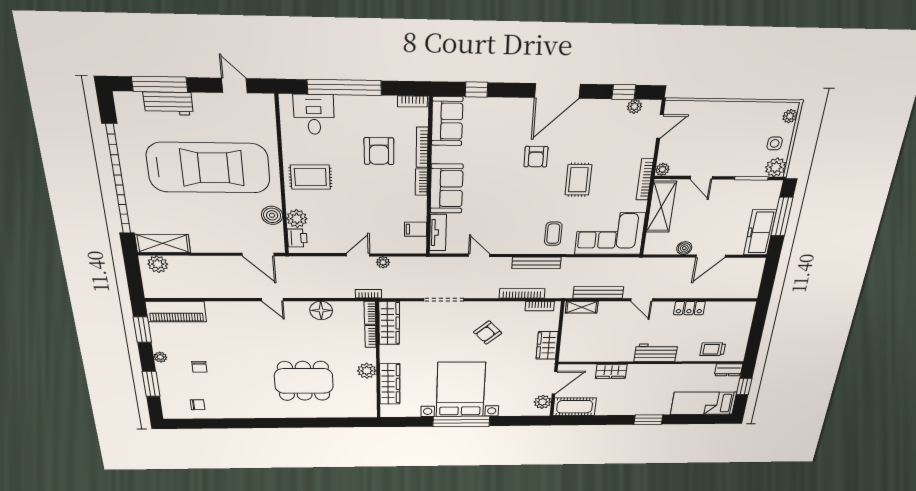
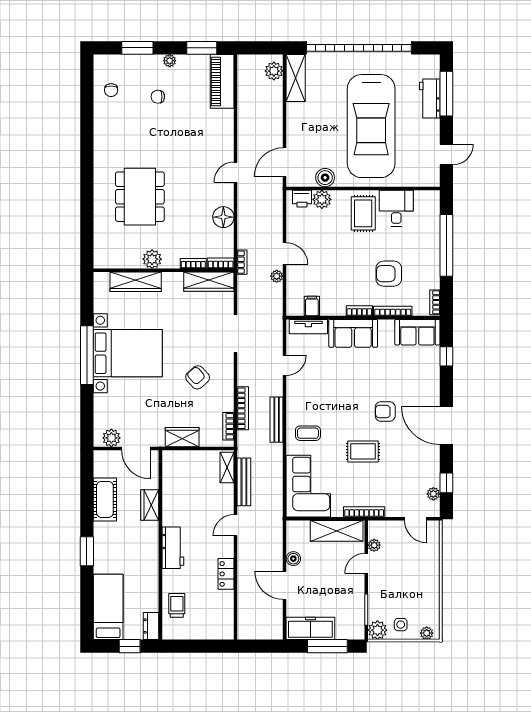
desk: (314, 115) -> (396, 208), moved, turned -90
plant: (662, 169) -> (374, 545), moved
cot: (575, 407) -> (105, 499), moved

